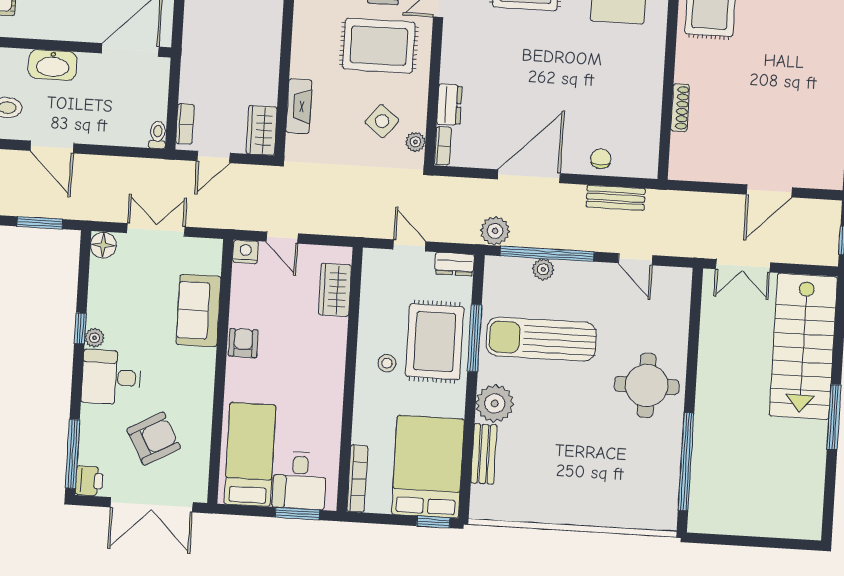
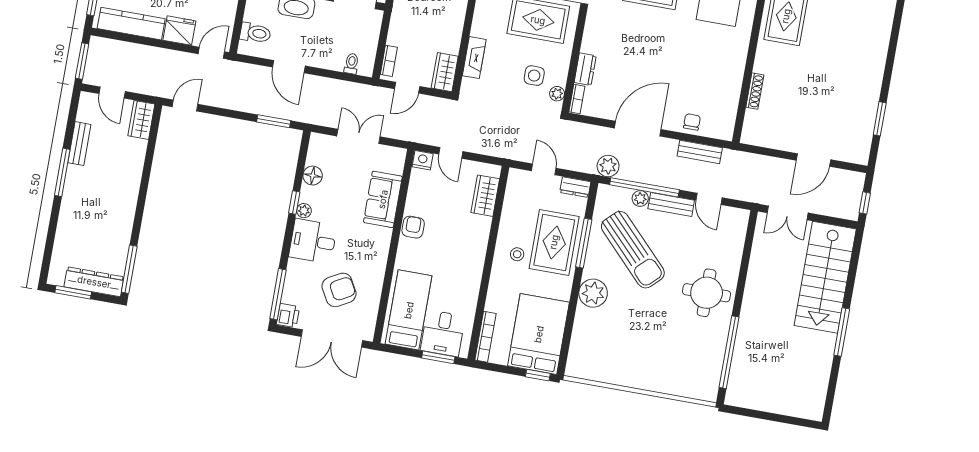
side table: (382, 121) -> (534, 76), turned -38
toilet: (158, 135) -> (351, 64), moved
floor lamp: (103, 245) -> (313, 176), moved
sun lounger: (541, 339) -> (633, 250), turned -134
bench: (484, 454) -> (671, 205), moved, turned 90

